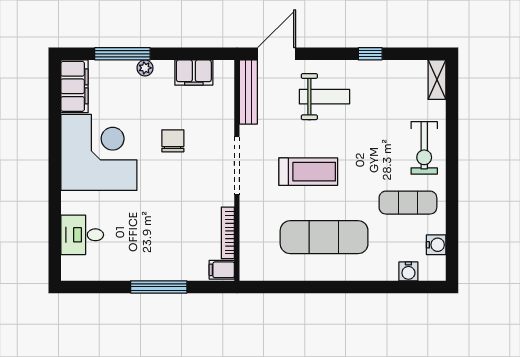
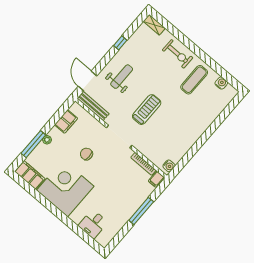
exercise mat: (324, 237) -> (179, 126), removed
water cooler: (408, 271) -> (169, 166), moved

